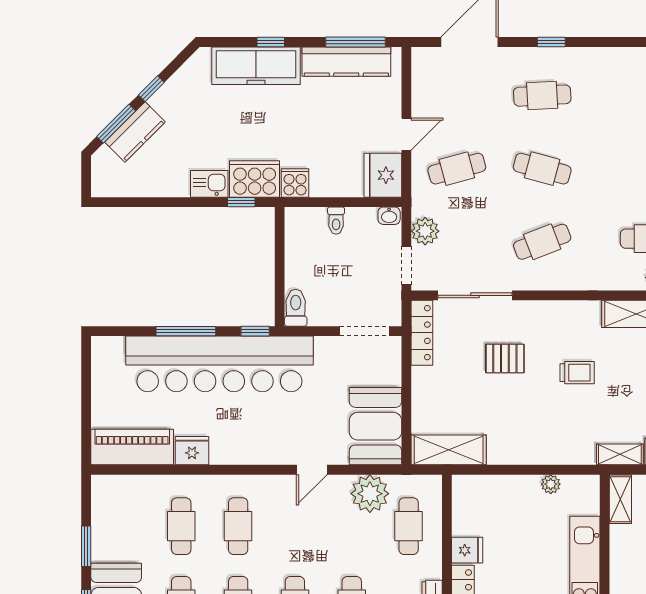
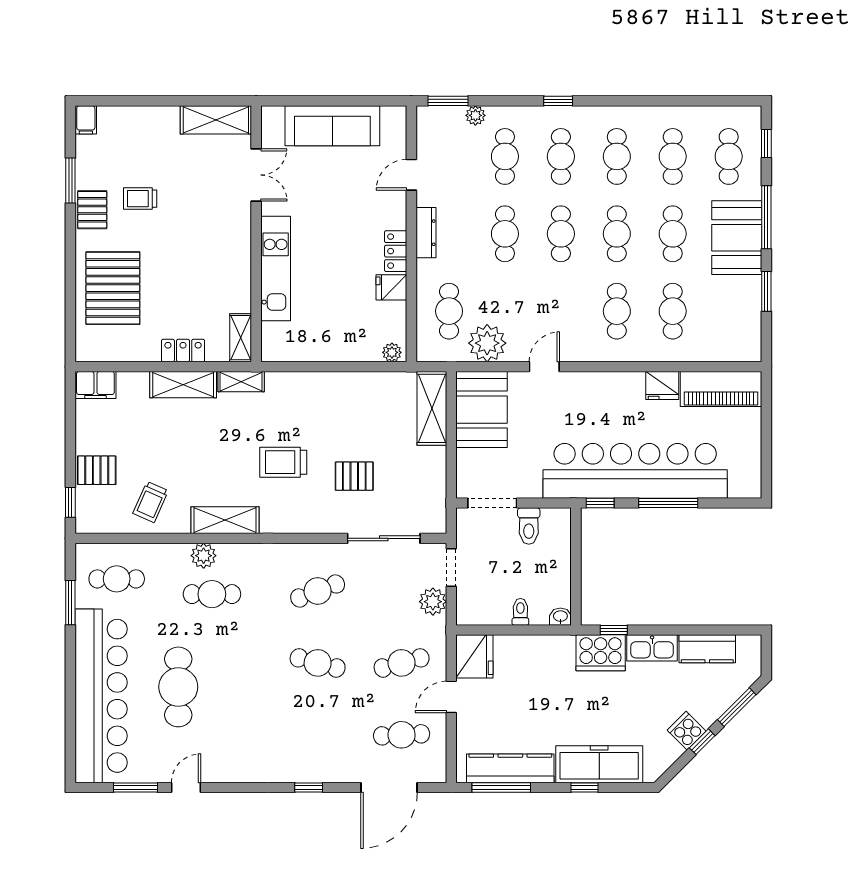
cafe table: (542, 96) -> (402, 735), moved
kitchen counter: (135, 132) -> (707, 649), moved, turned -135
cooker: (295, 183) -> (687, 731), moved, turned 135
kitchen sink: (209, 184) -> (652, 648), width x1.38
washbasin: (389, 216) -> (560, 617), moved
toilet: (296, 308) -> (529, 526), moved
locker: (422, 333) -> (436, 501), removed
trolley: (577, 373) -> (283, 462), width x1.36, depth x1.39
shelving: (449, 450) -> (432, 408), moved, turned 90
plant: (551, 484) -> (392, 352), moved

